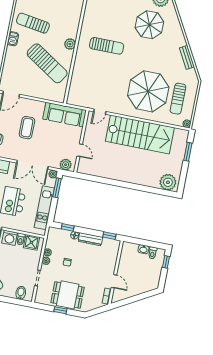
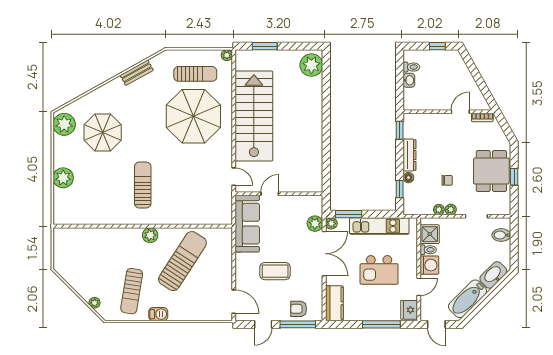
door: (80, 150) -> (270, 194), moved
plant: (66, 165) -> (315, 224), moved
window: (166, 262) -> (437, 46), moved

